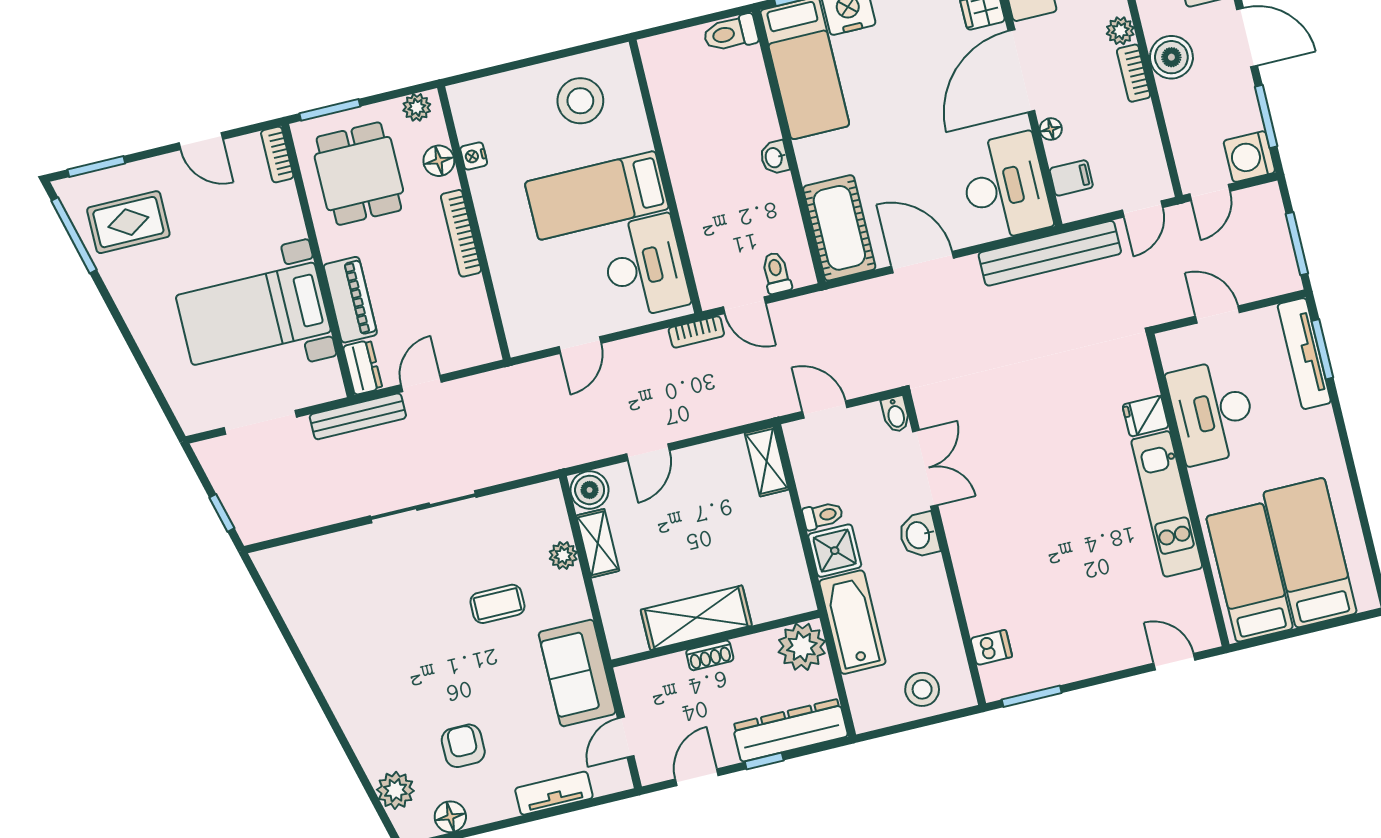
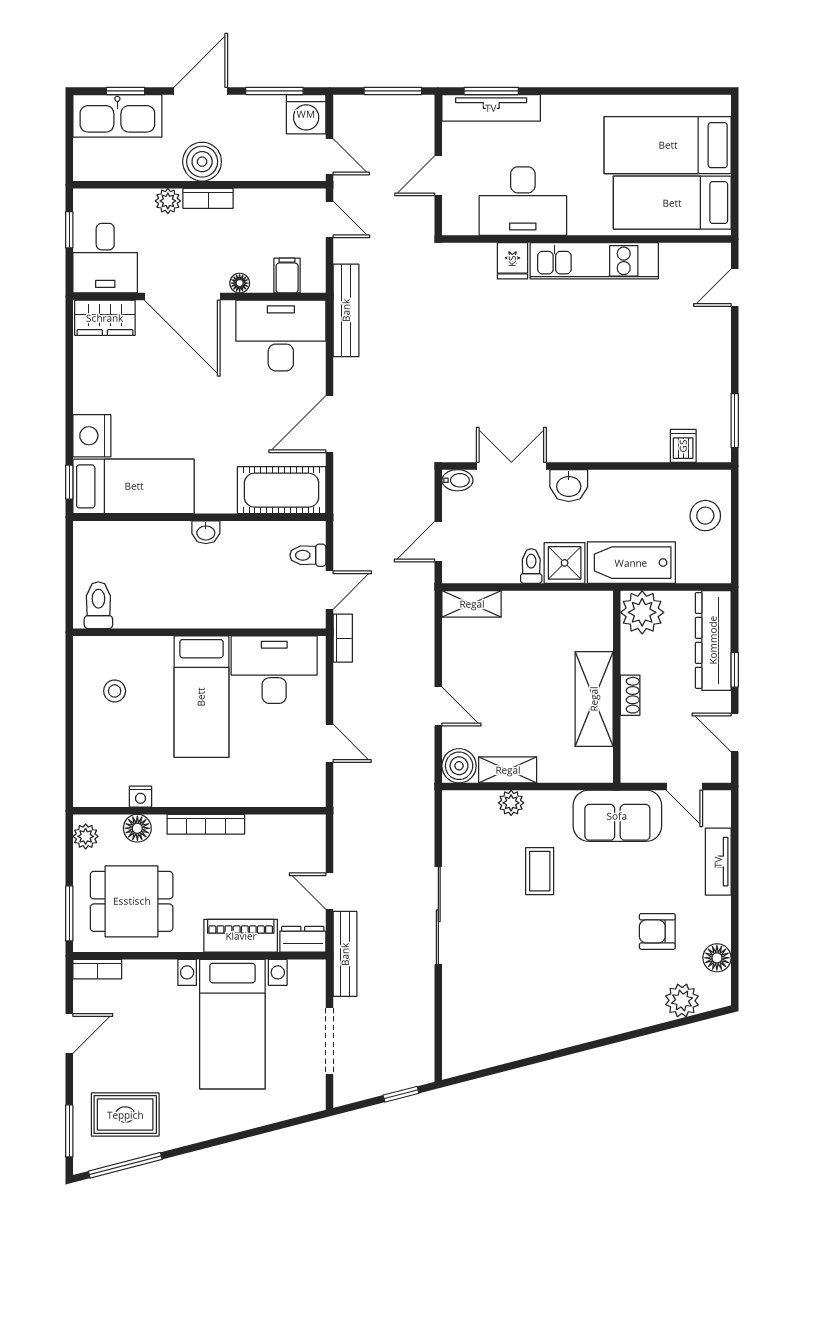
toilet: (731, 33) -> (98, 605), moved, turned 180
stool: (580, 101) -> (115, 691), width x0.53, depth x0.53
rug: (128, 222) -> (125, 1115), turned 90
bench: (1050, 253) -> (346, 310), width x0.73, depth x0.82

